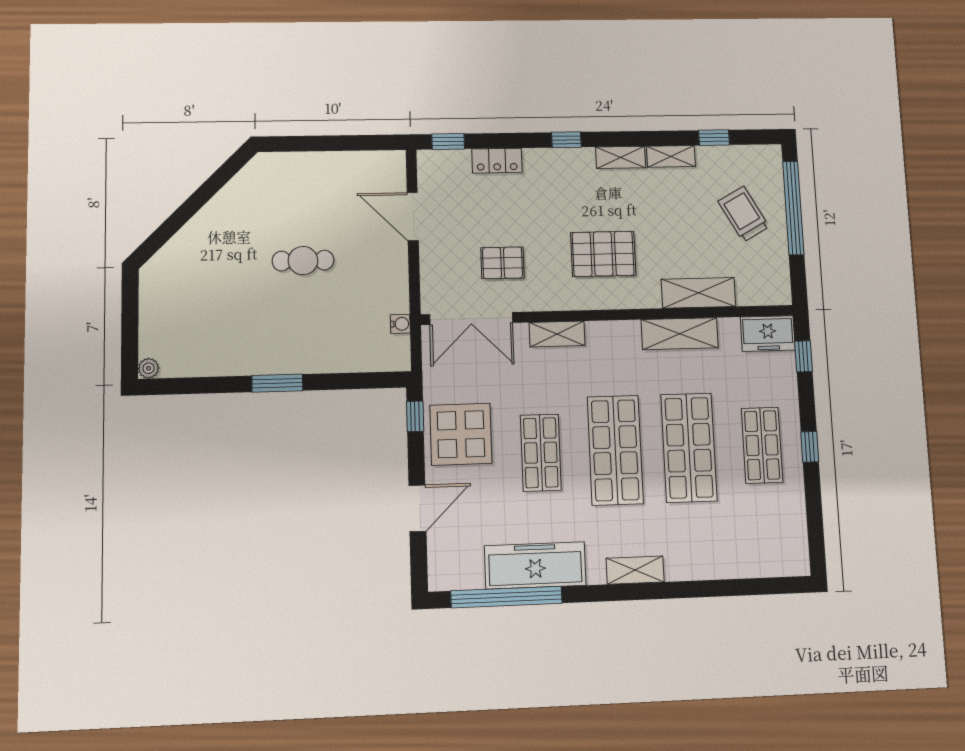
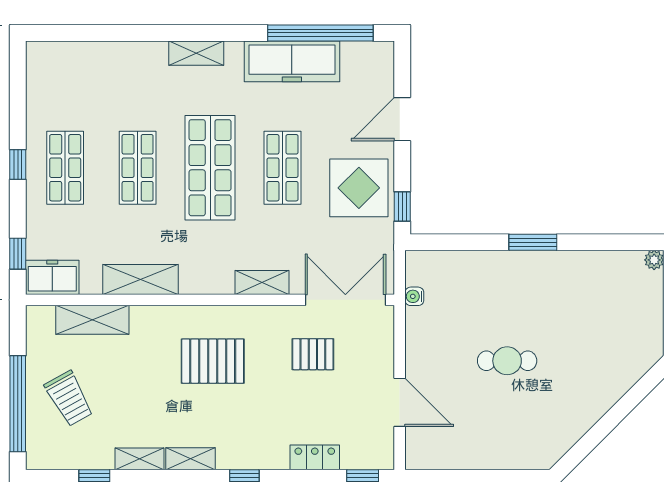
shelving: (698, 293) -> (92, 320), moved
shop shelf: (689, 448) -> (138, 168), width x0.70, depth x0.74

